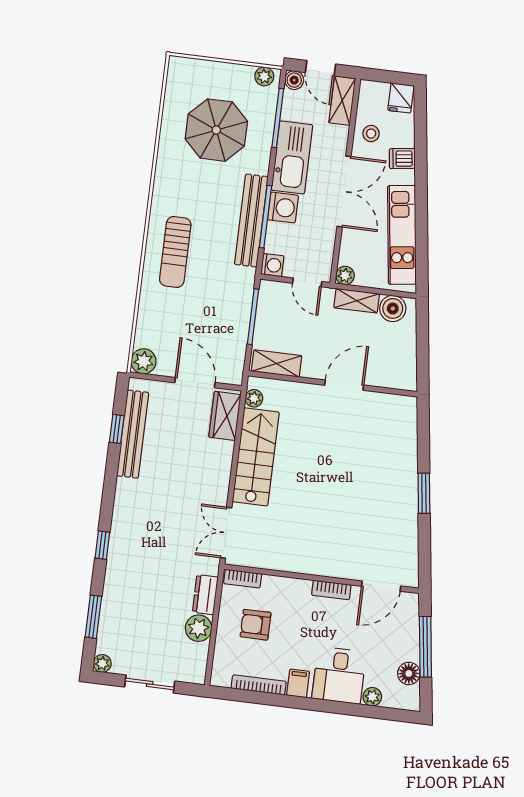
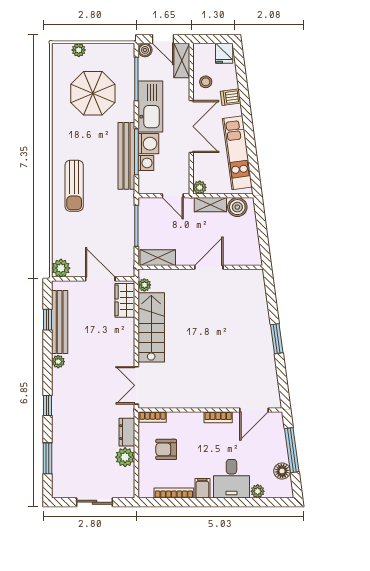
plant: (264, 76) -> (79, 50), moved
washing machine: (272, 265) -> (146, 163), moved
plant: (102, 663) -> (58, 362), moved

